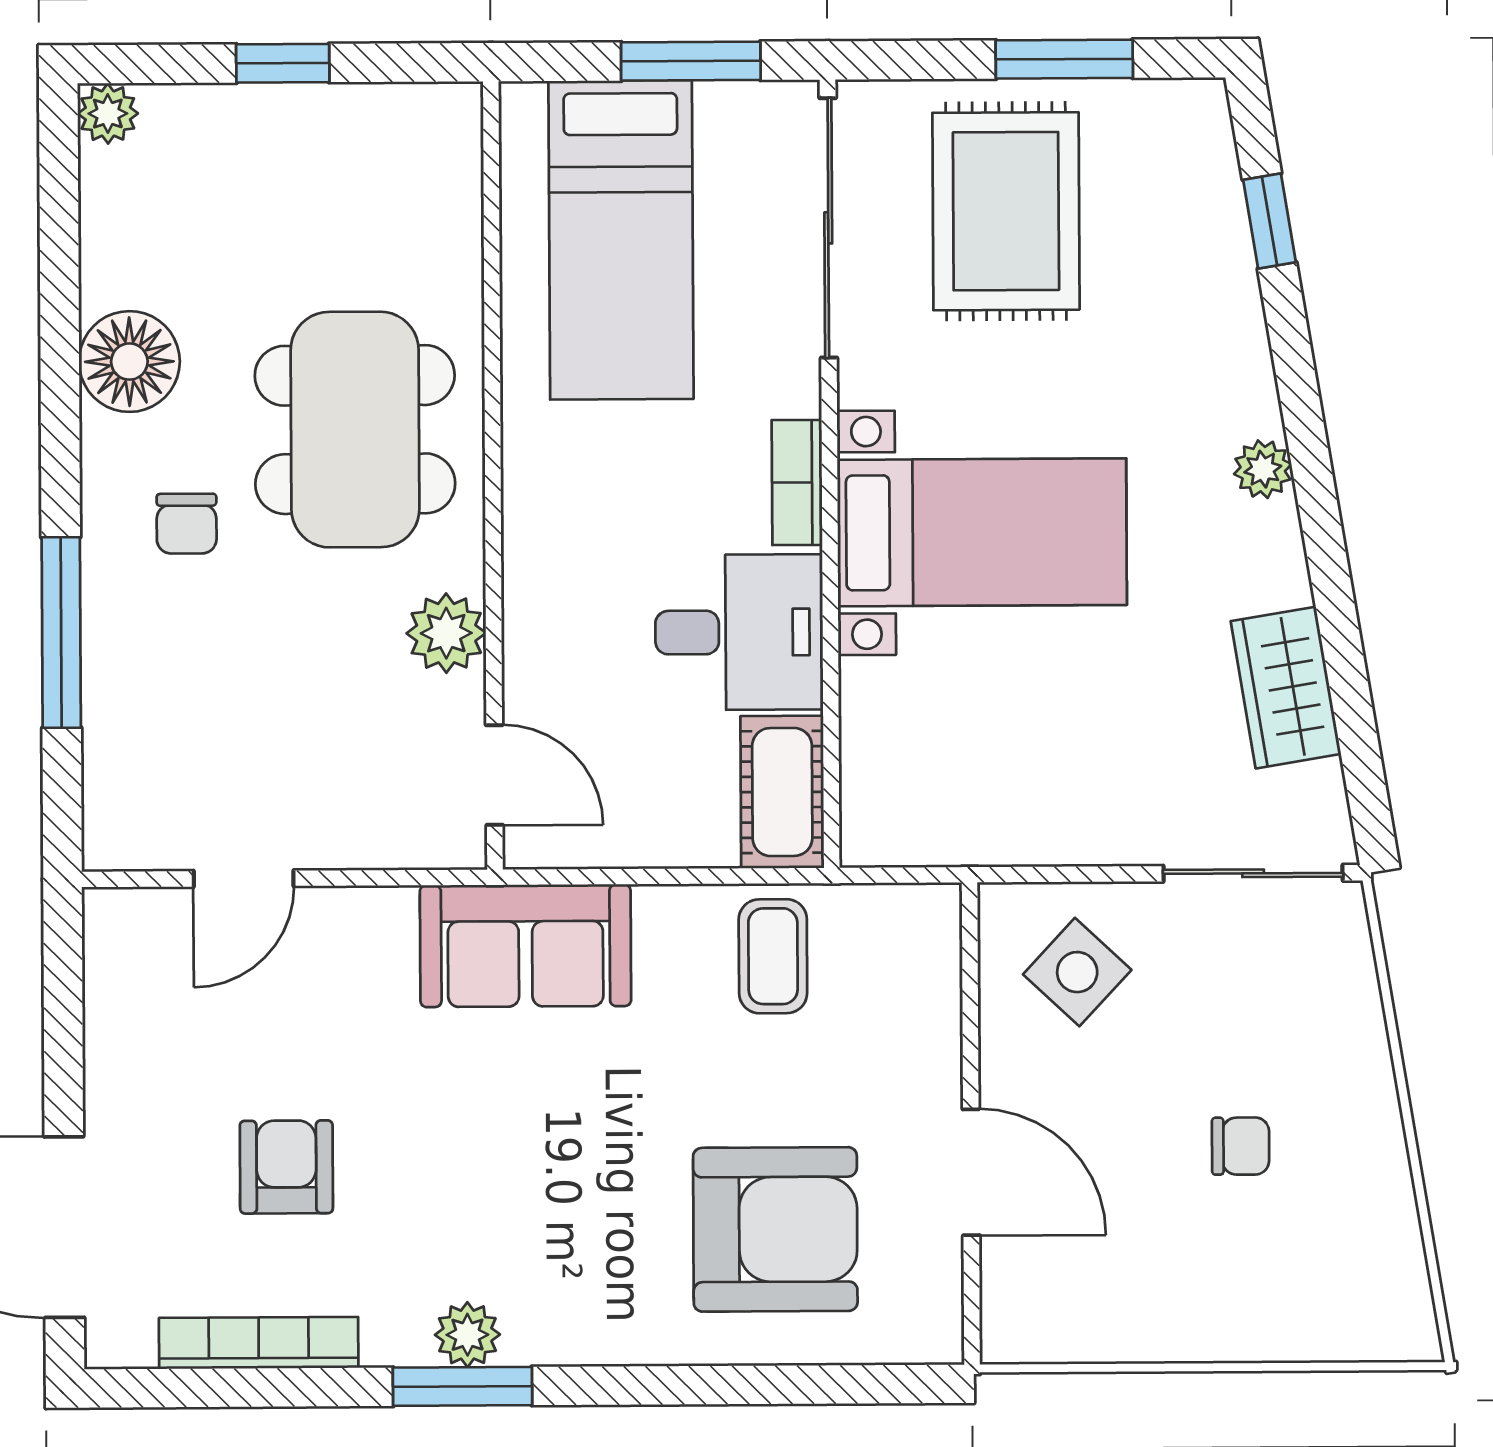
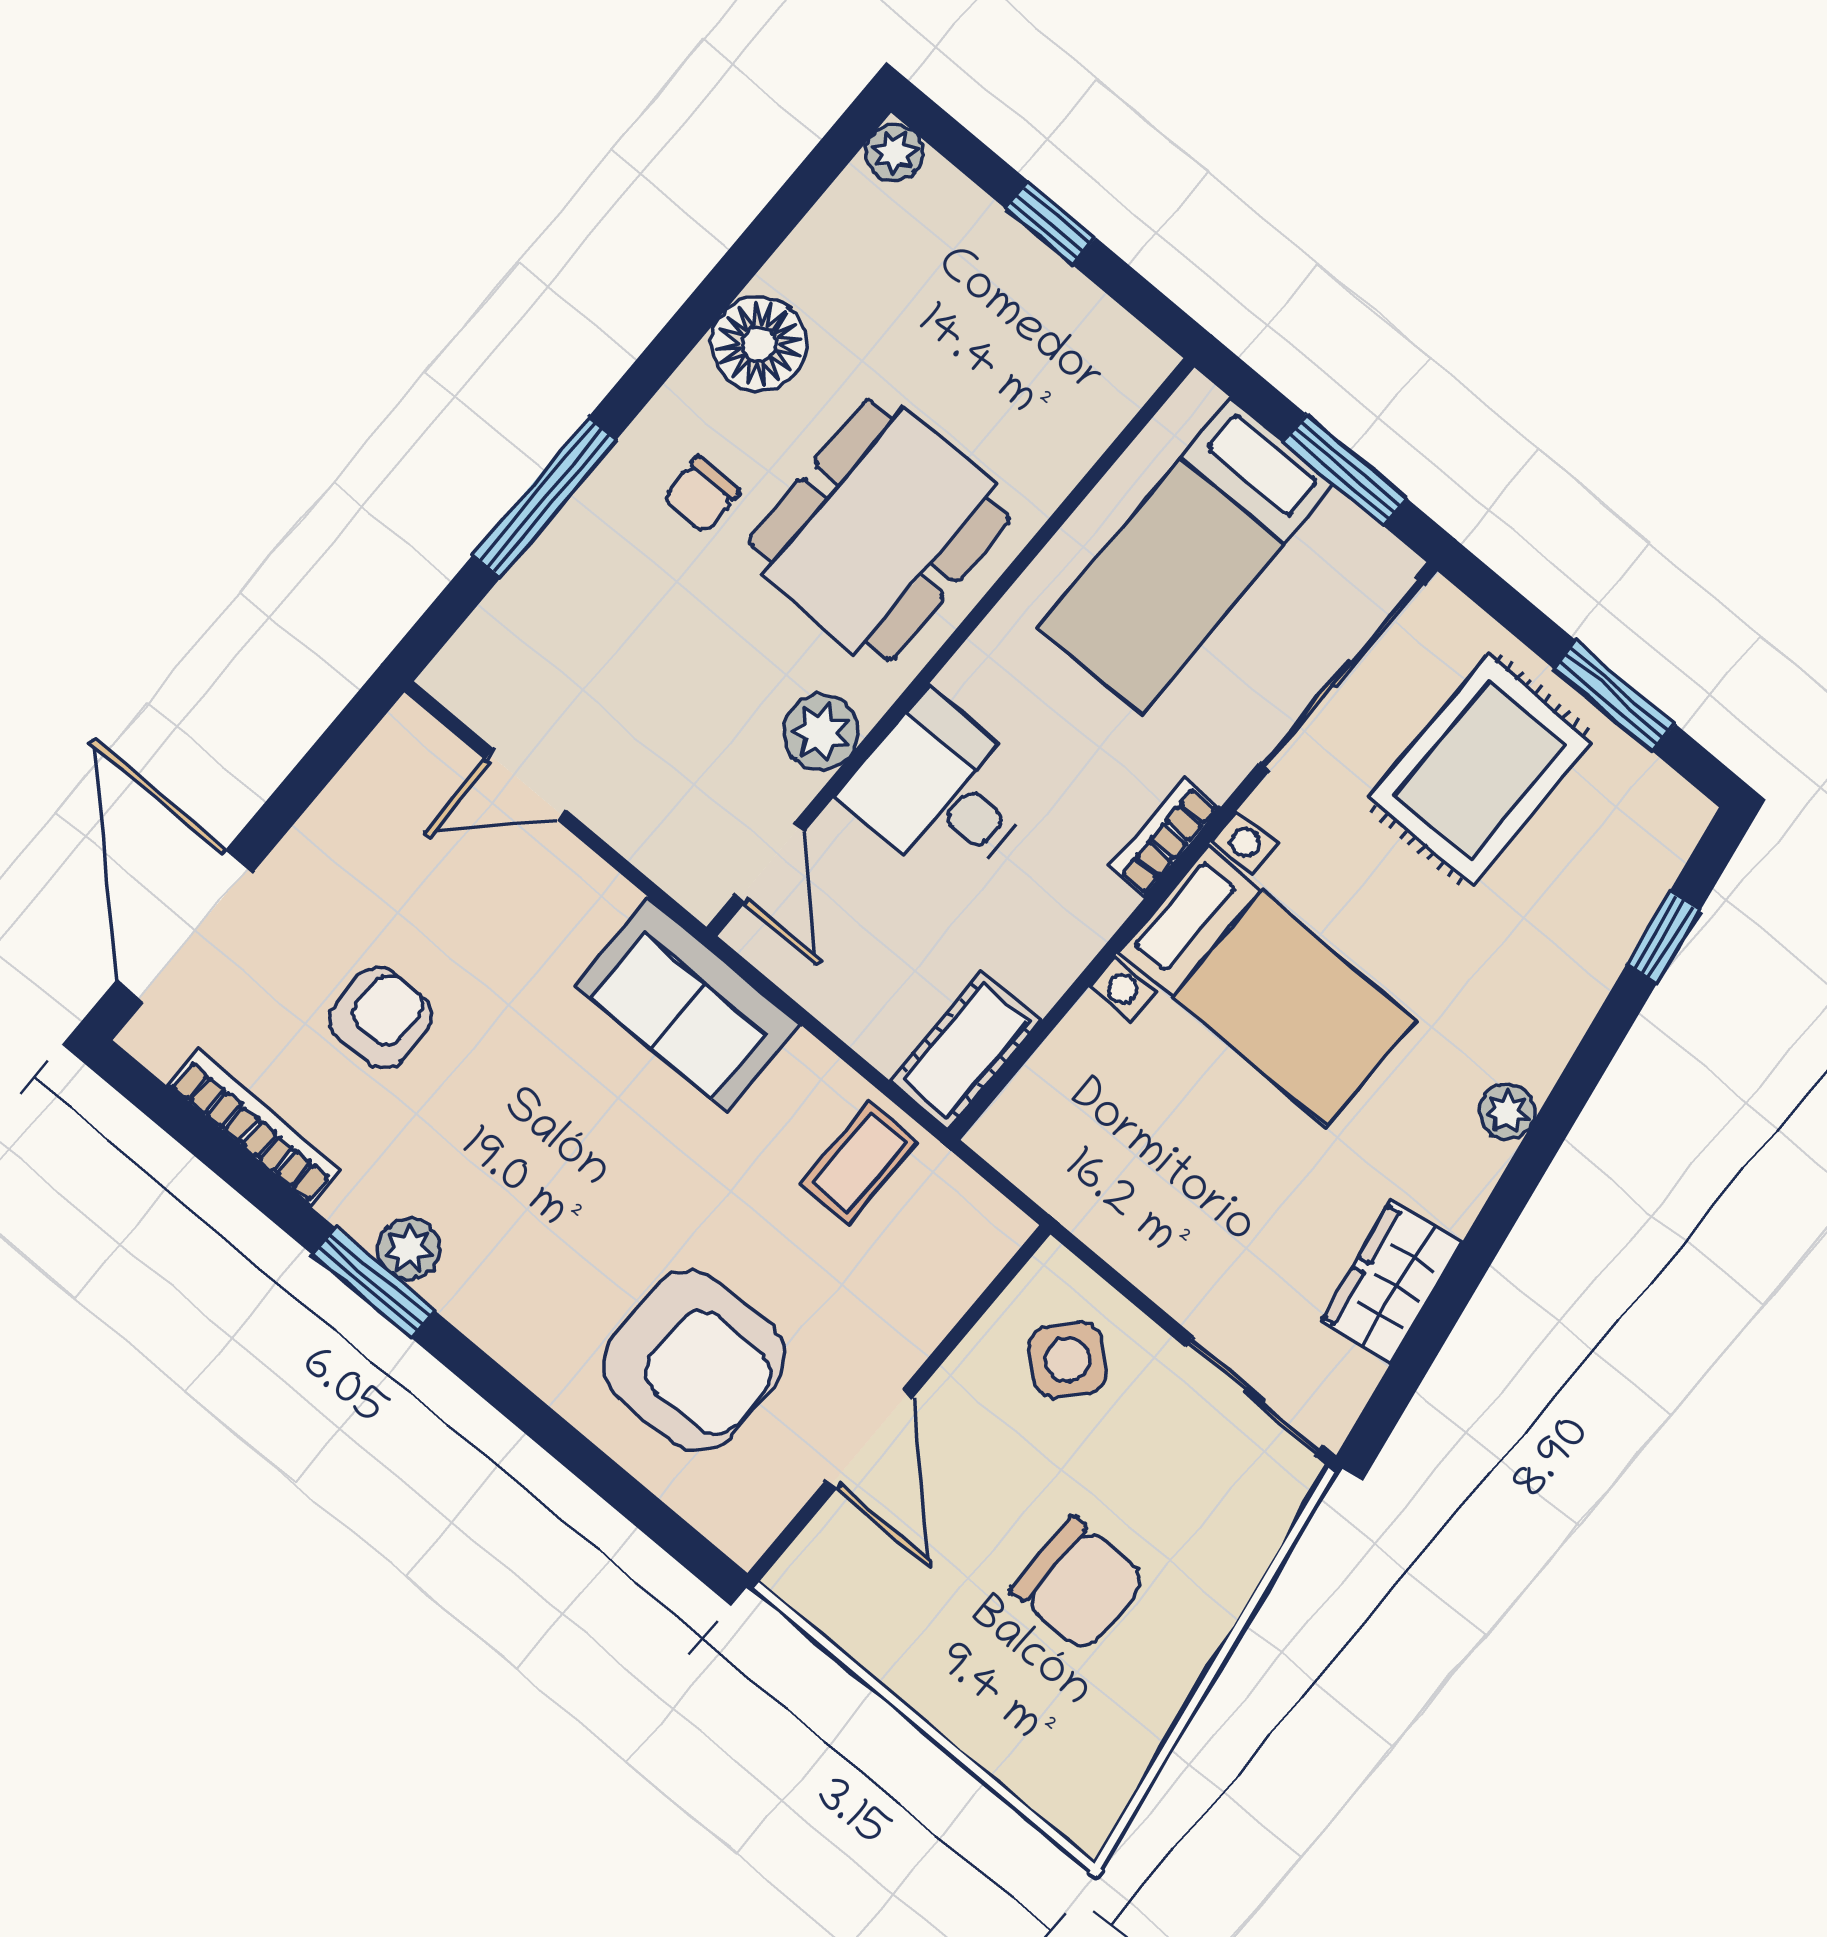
desk: (739, 632) -> (942, 792), moved, turned 180
chair: (1241, 1146) -> (1079, 1584), width x1.87, depth x1.87

